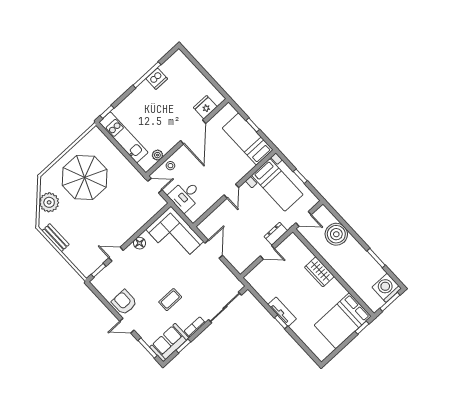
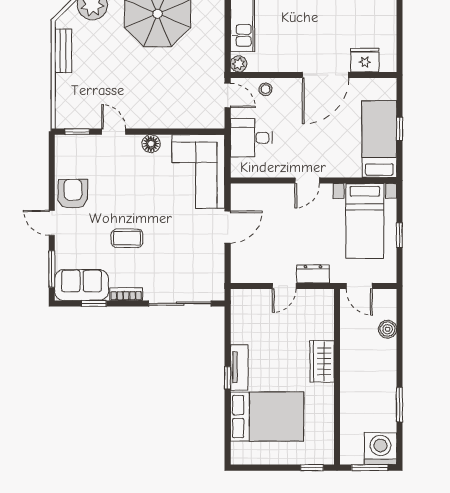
plant: (157, 155) -> (239, 64), moved
boiler: (336, 234) -> (388, 329), width x0.54, depth x0.54
door: (267, 252) -> (284, 286), hinge flipped
bed: (343, 321) -> (267, 417), moved, turned 180

